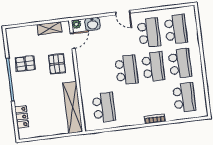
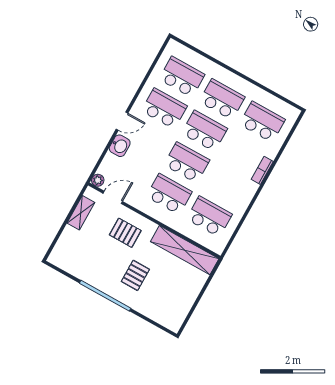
washbasin: (92, 24) -> (120, 146), moved
door: (73, 41) -> (113, 197), hinge flipped
pallet: (25, 64) -> (135, 275), moved
school desk: (100, 73) -> (169, 194), added
locker: (22, 117) -> (155, 313), removed

